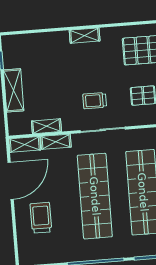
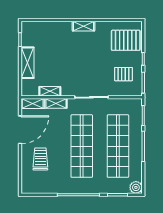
trolley: (95, 101) -> (87, 75), removed

